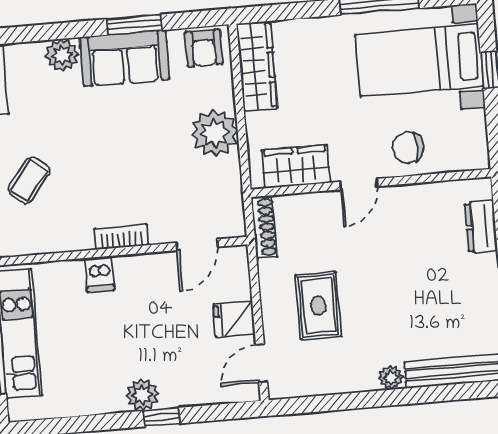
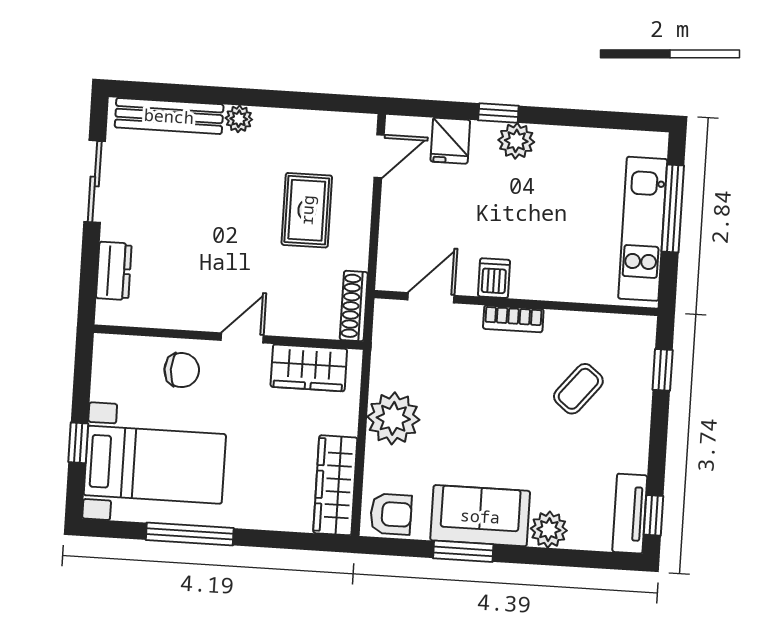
armchair: (204, 48) -> (391, 514), turned 90
coffee table: (29, 180) -> (578, 389), moved
dishwasher: (100, 274) -> (494, 278), moved
fridge: (234, 319) -> (450, 141), moved, turned 90

